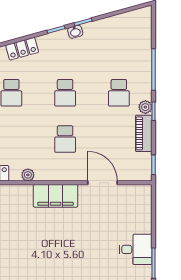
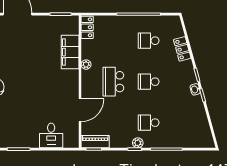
piano: (144, 133) -> (95, 142), moved
school desk: (65, 139) -> (113, 82), width x1.85
plant: (28, 175) -> (86, 65), moved
filing cabinet: (55, 196) -> (70, 52), moved
desk: (136, 249) -> (51, 135), moved

